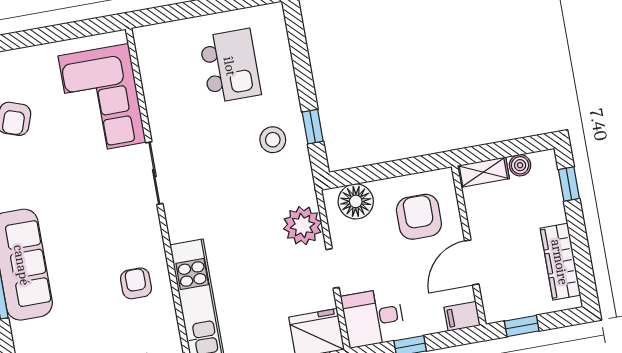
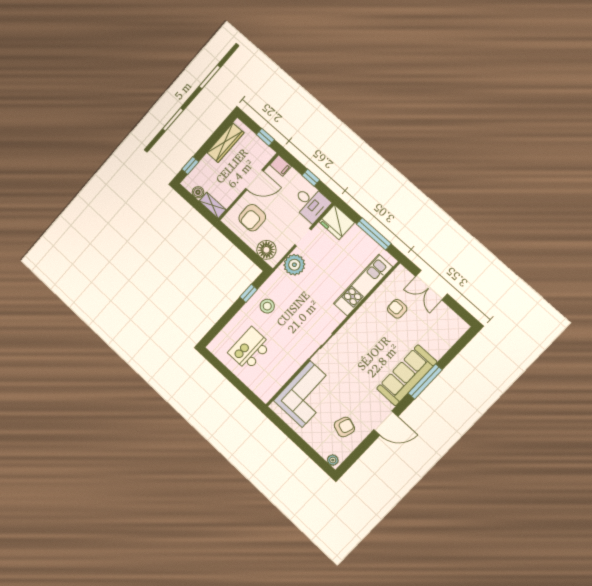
armchair: (136, 283) -> (397, 309), moved, turned 90

